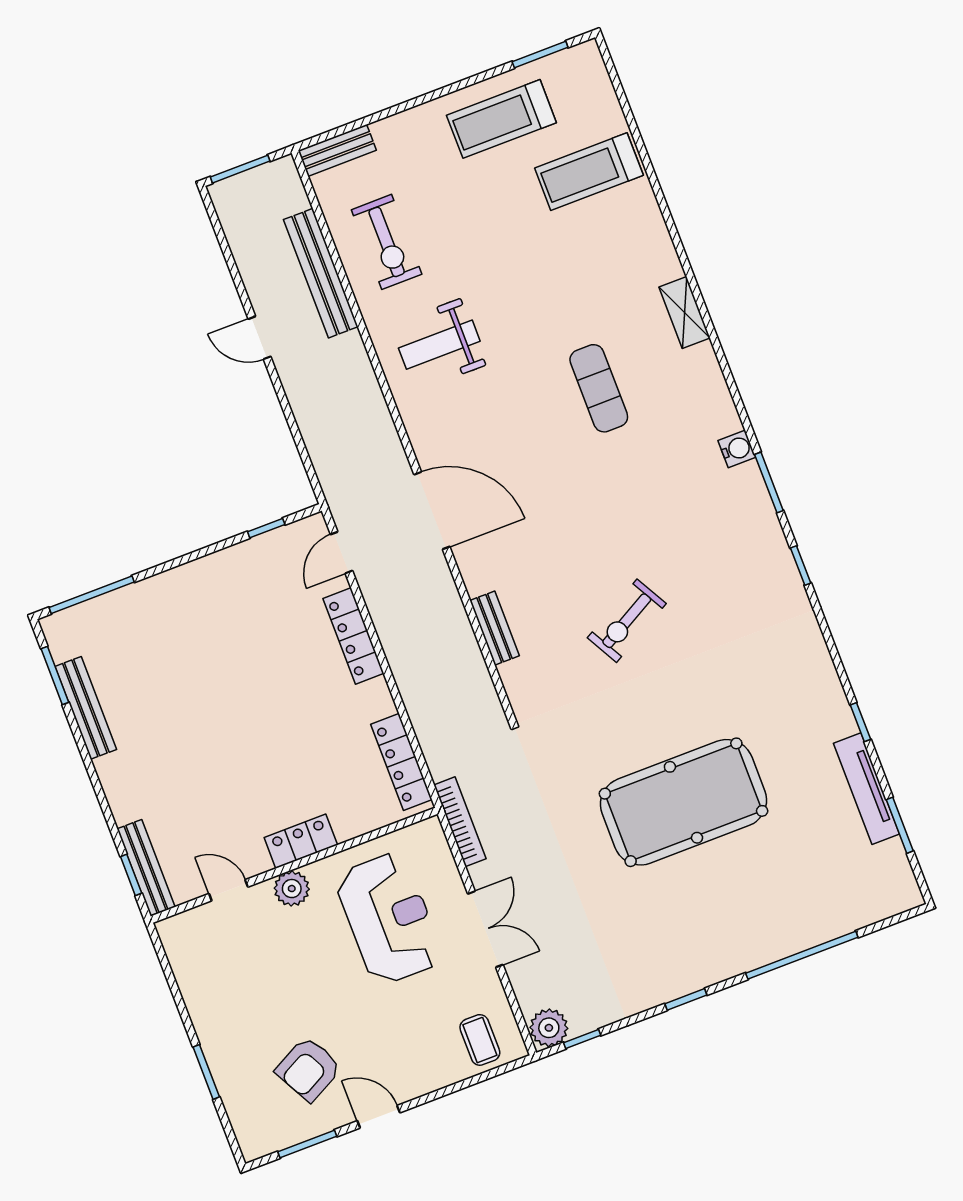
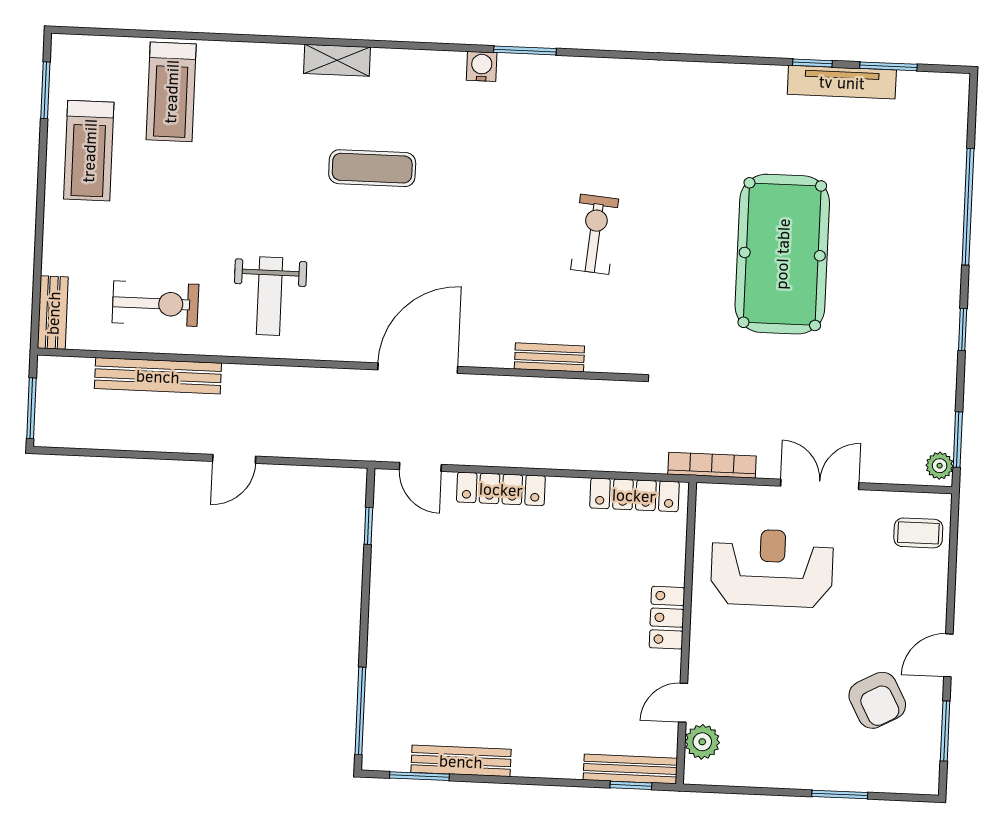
door: (260, 338) -> (234, 459), moved
window: (801, 565) -> (613, 54), removed
exercise bike: (627, 621) -> (595, 234), turned -146
window: (860, 722) -> (812, 63), moved
plant: (292, 889) -> (702, 742), moved
plant: (549, 1028) -> (940, 466), width x0.73, depth x0.73
window: (582, 1039) -> (958, 440), width x1.50

